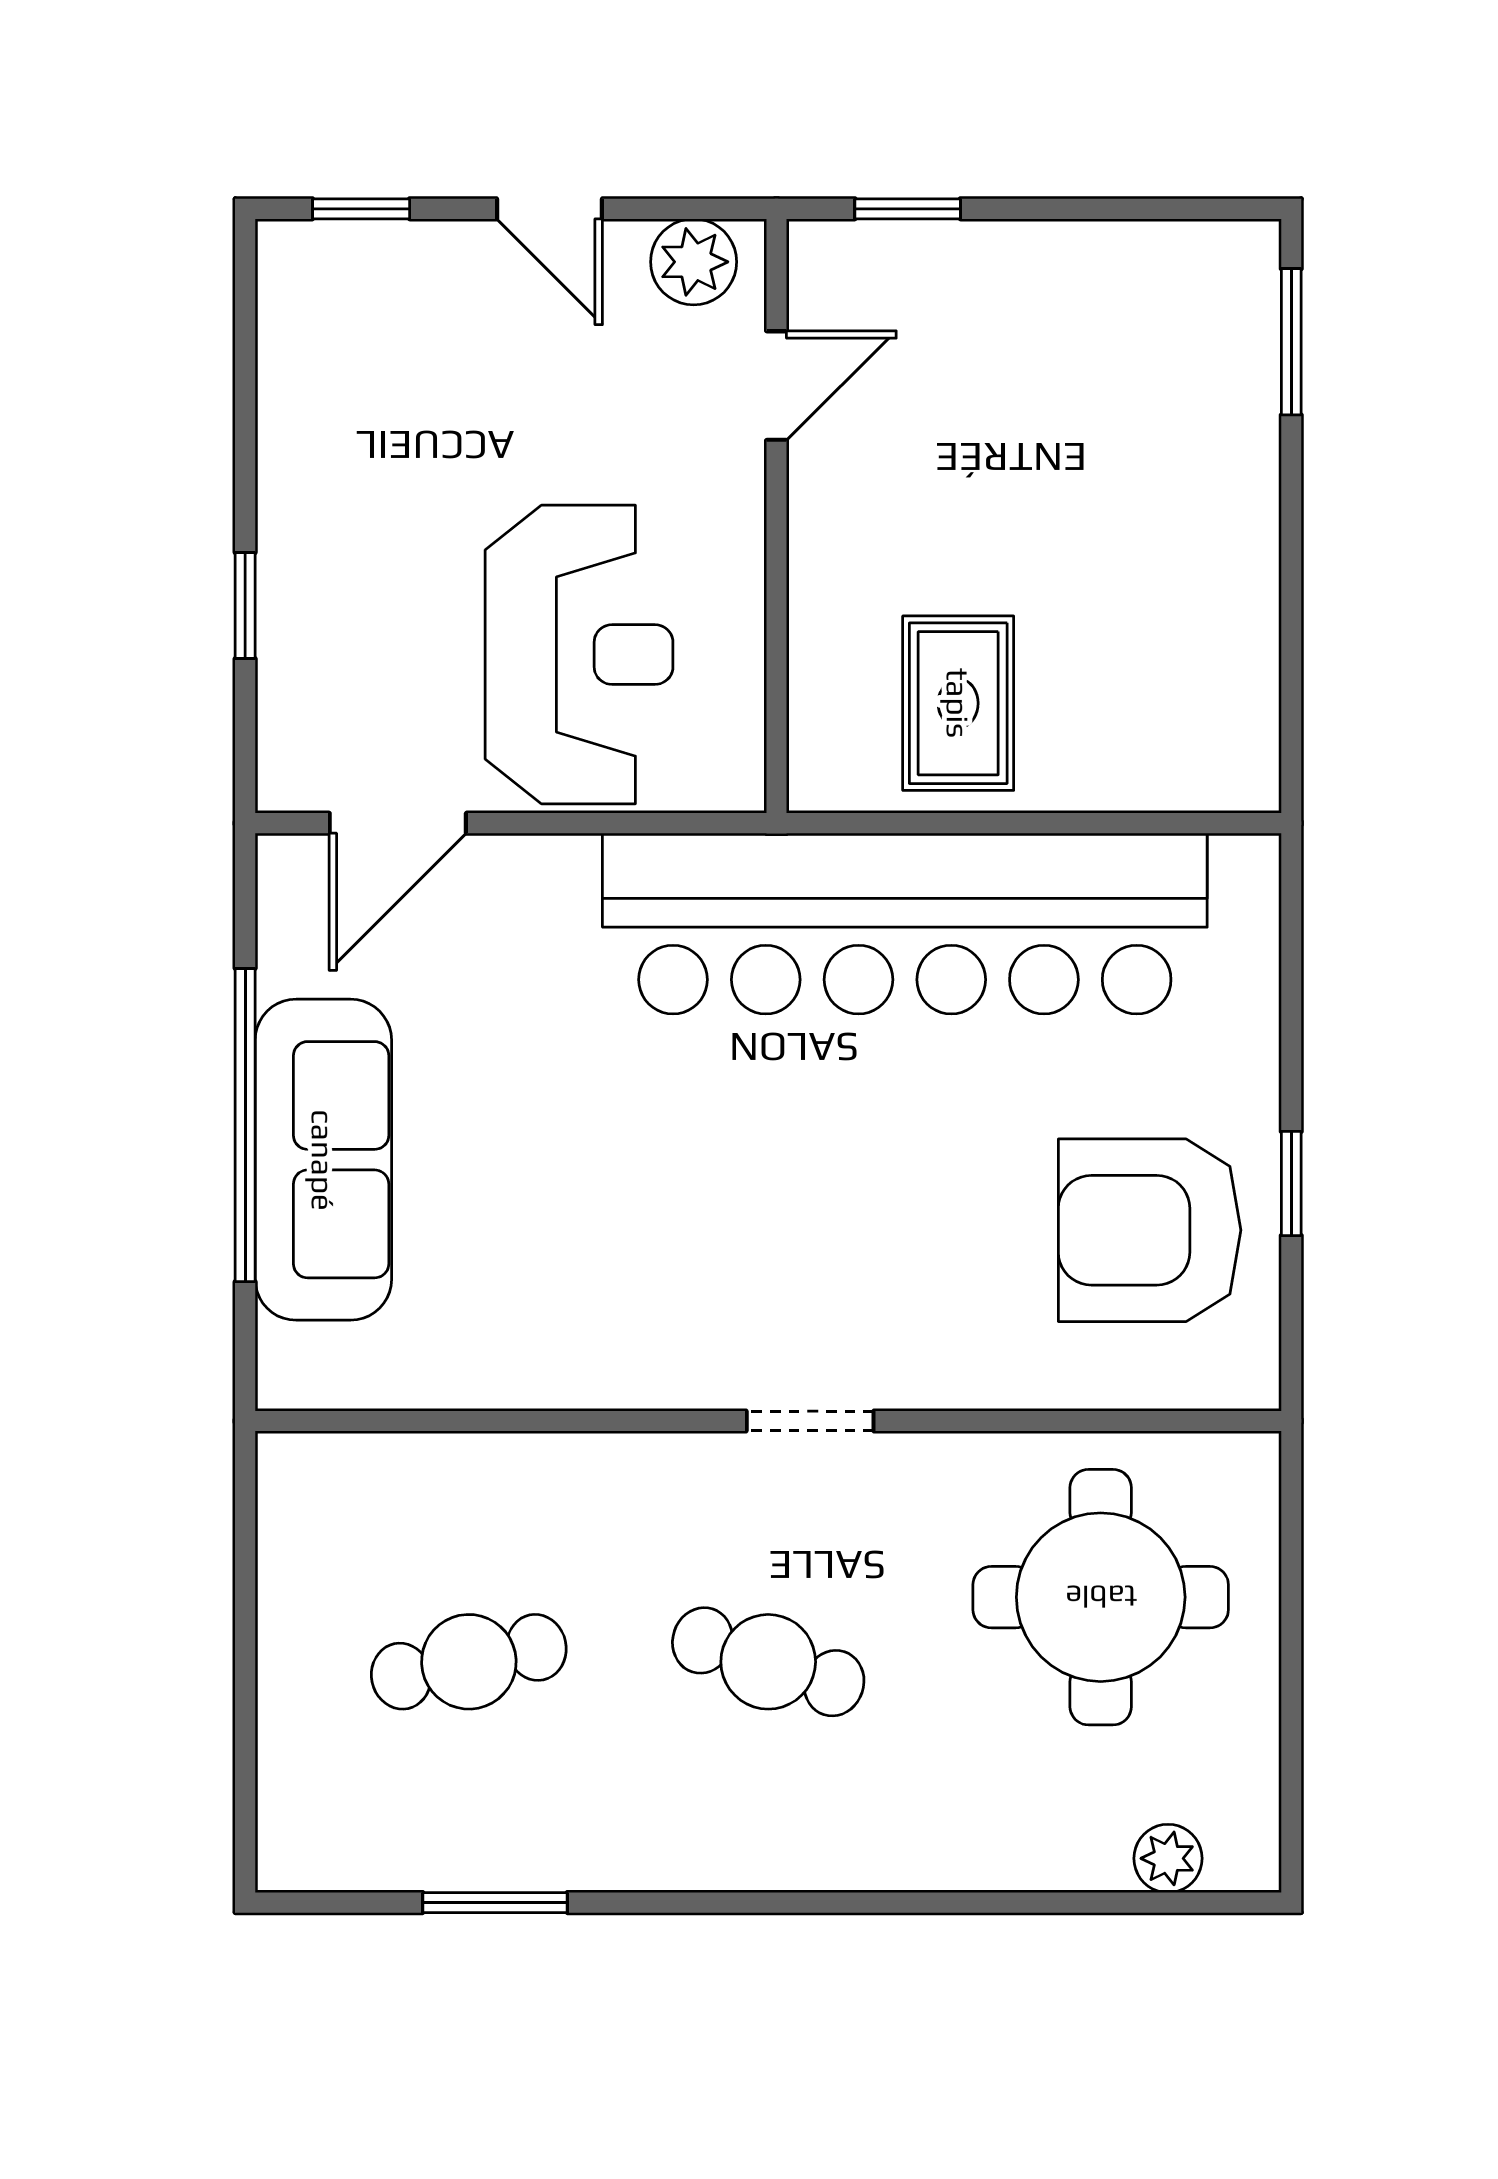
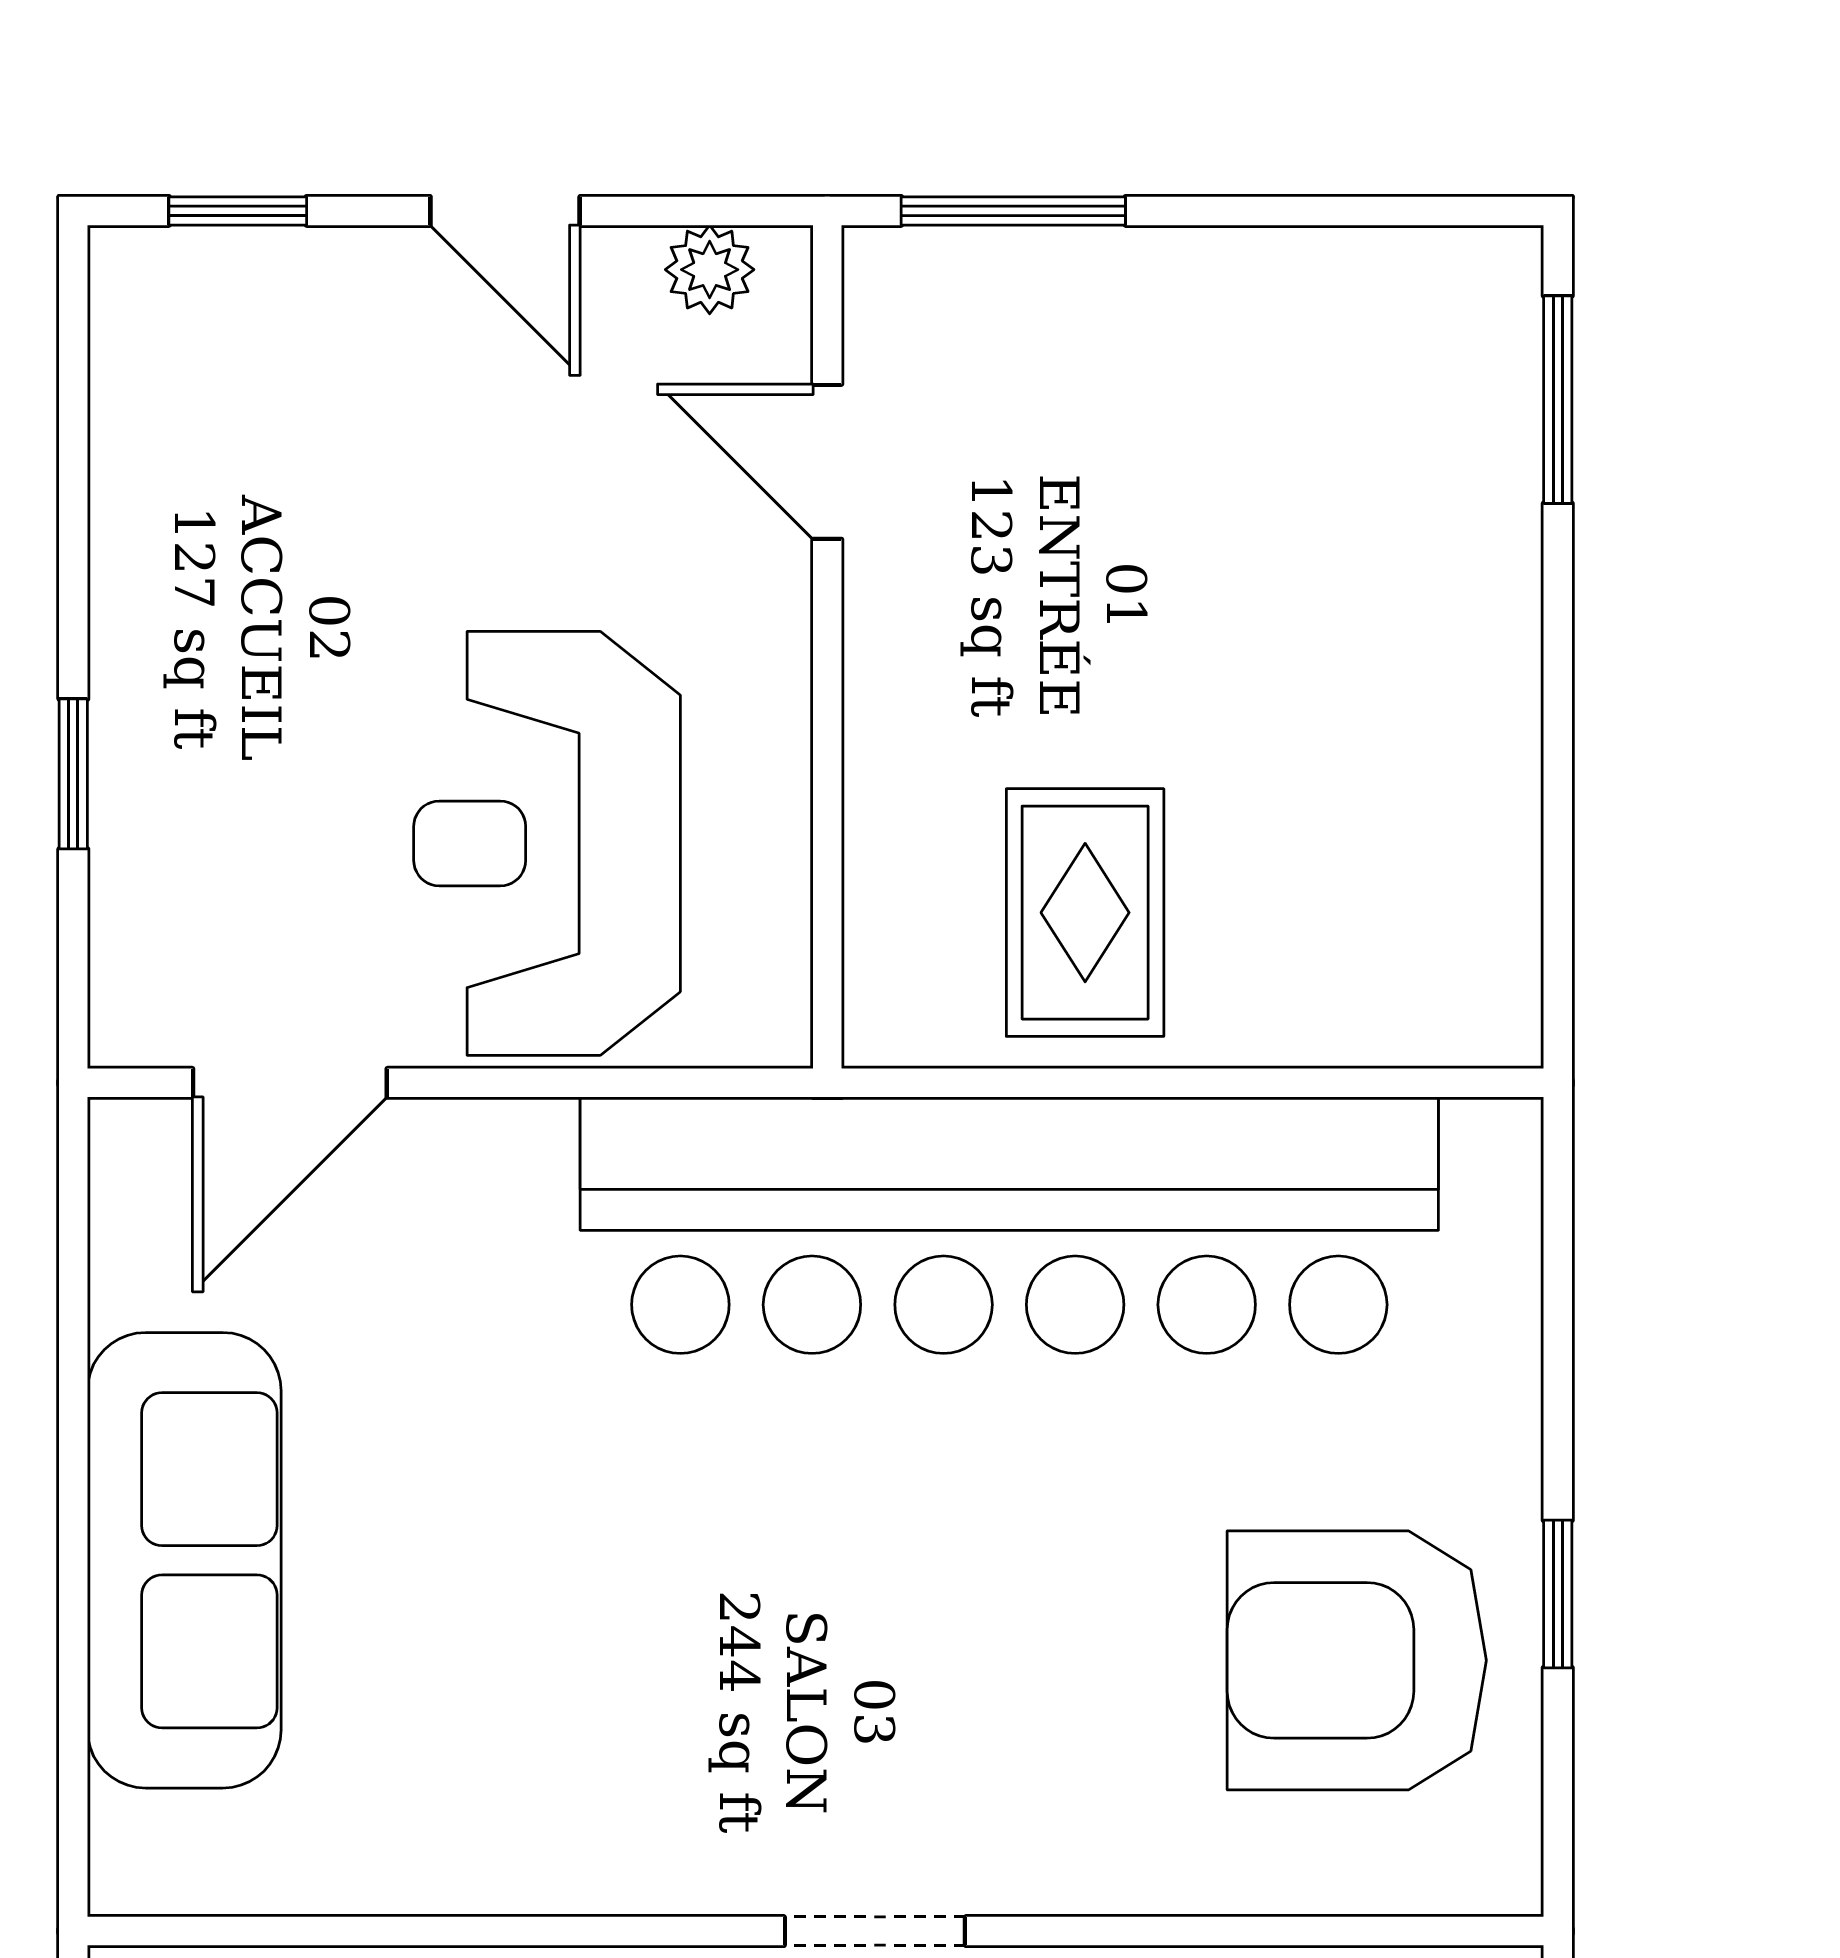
window: (908, 209) -> (1013, 211), width x1.50
plant: (694, 262) -> (710, 270), width x0.73, depth x0.73
door: (777, 386) -> (827, 462), swing flipped
reception desk: (579, 655) -> (547, 843), turned 180
window: (245, 1125) -> (73, 1511), removed

